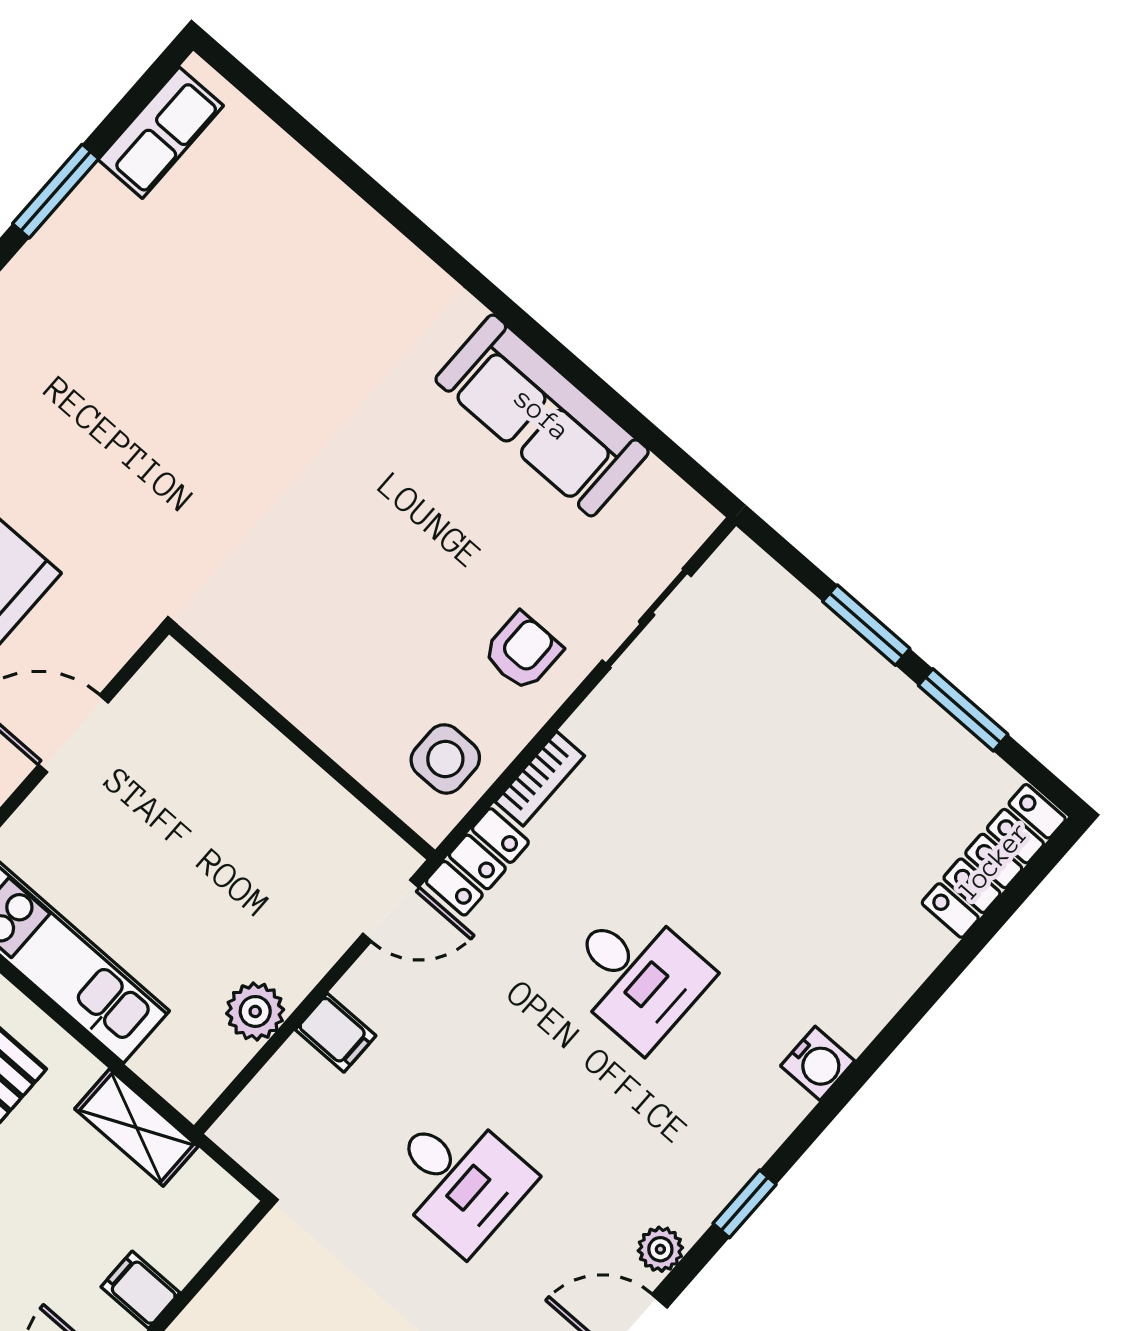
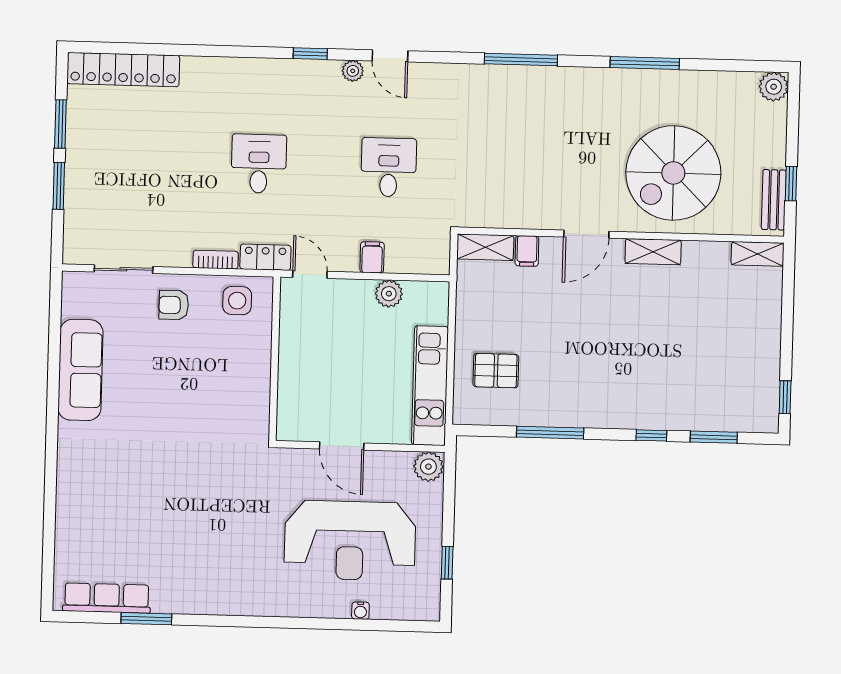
row of seats: (161, 133) -> (107, 598), width x1.48
locker: (994, 861) -> (123, 70), width x1.41, depth x1.21
water cooler: (818, 1063) -> (236, 70), removed
shelving: (136, 1128) -> (485, 247), moved, turned 90

